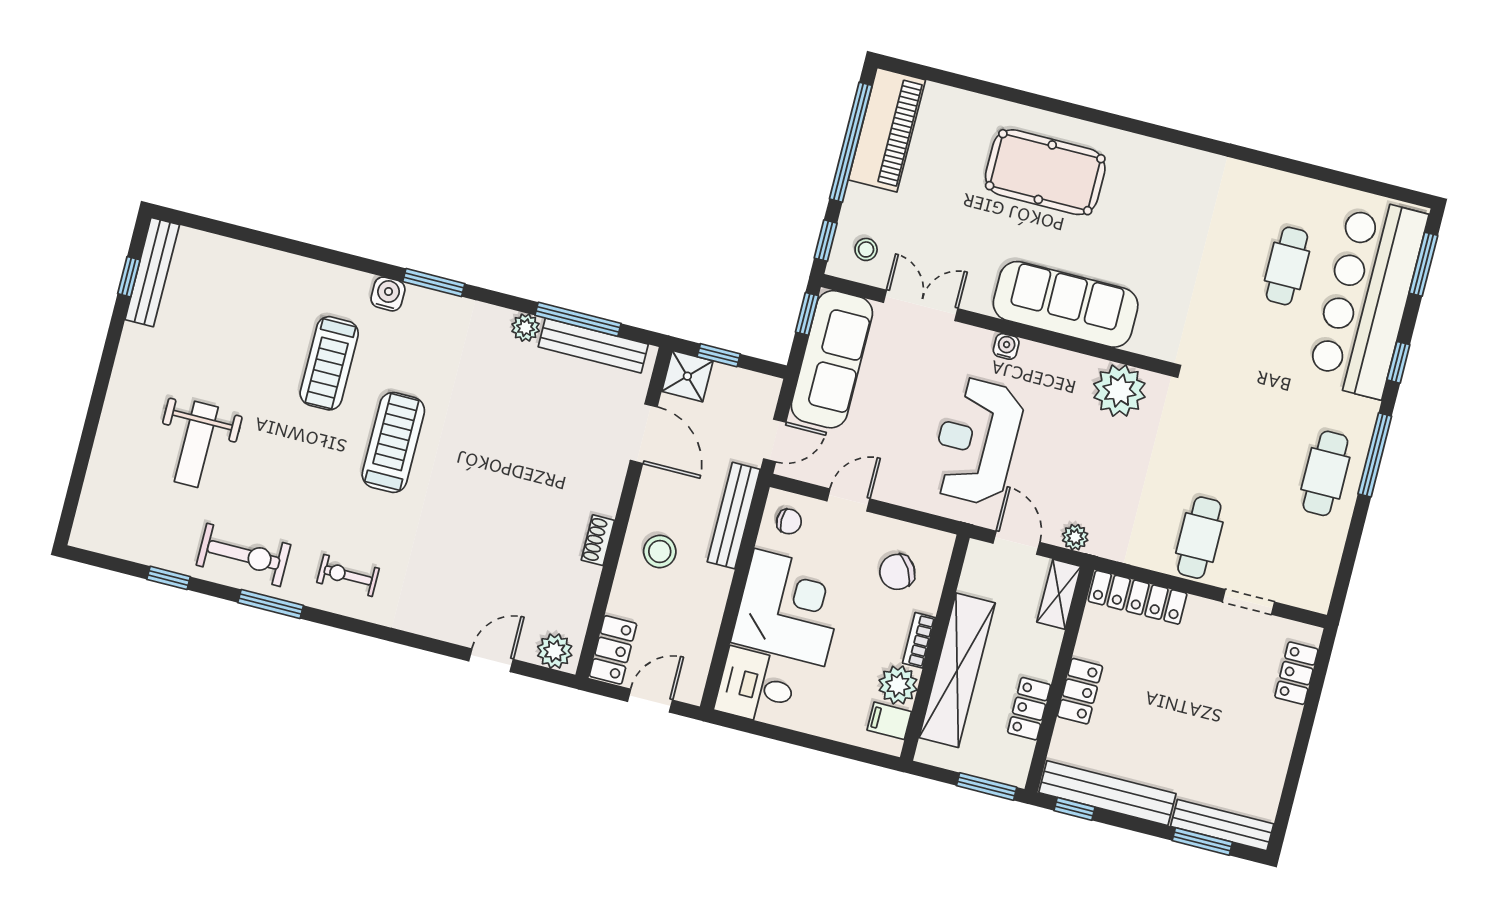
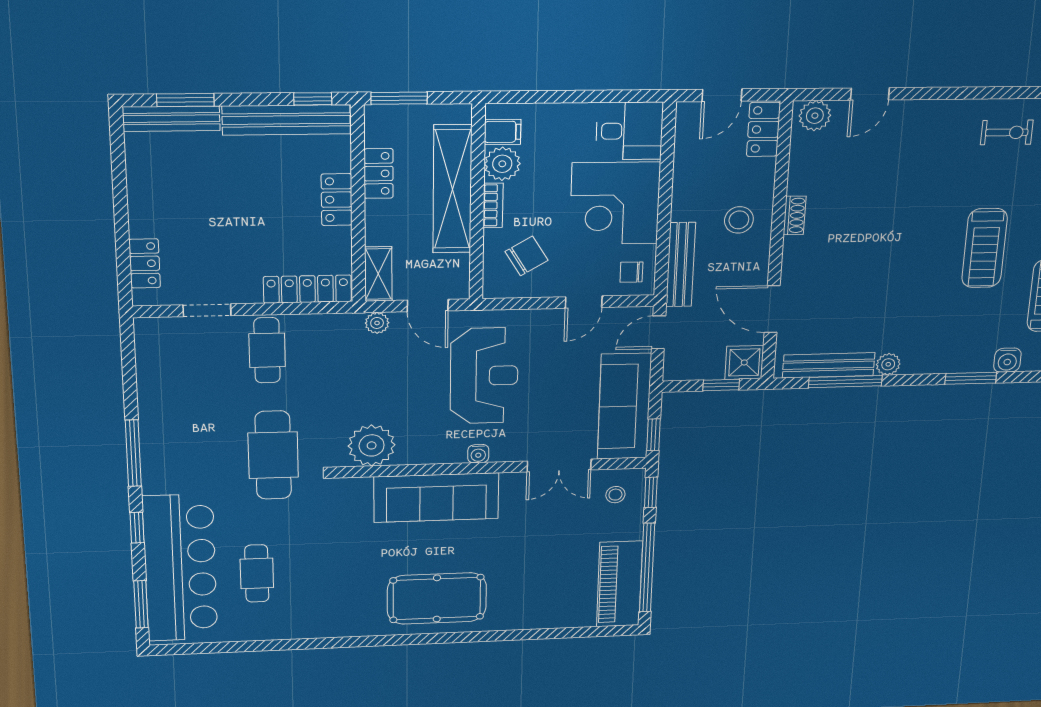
pool table: (1045, 172) -> (437, 599), moved
cafe table: (1325, 473) -> (273, 455), moved, width x1.37, depth x1.35

